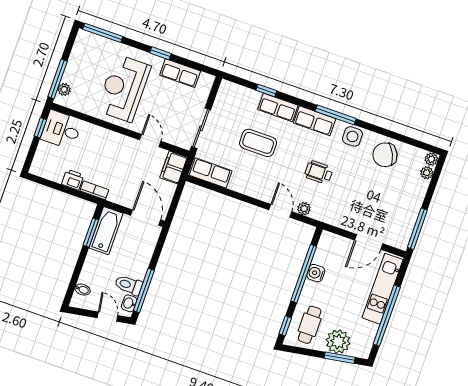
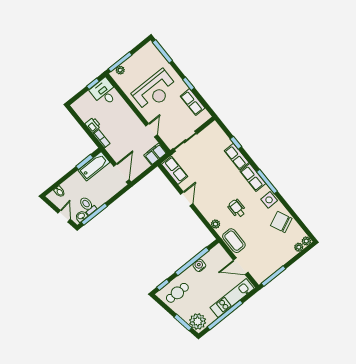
reception desk: (124, 88) -> (155, 91), turned 180
coffee table: (258, 143) -> (234, 241), moved
door: (280, 211) -> (187, 199), moved
plant: (338, 342) -> (198, 321), moved

